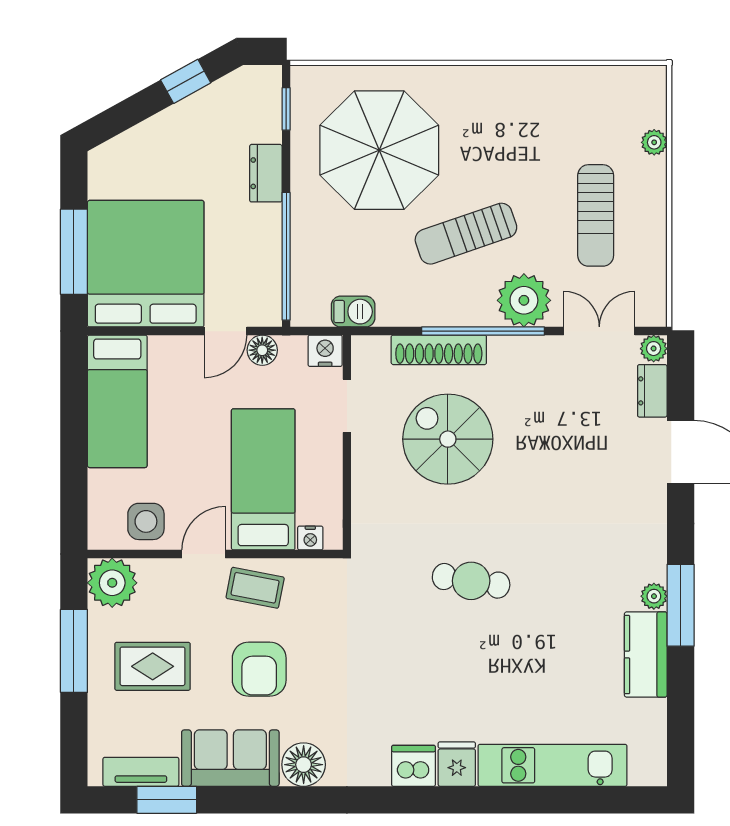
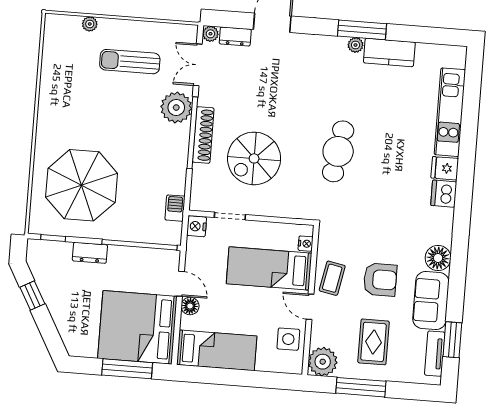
sun lounger: (596, 215) -> (130, 62), turned 180
sun lounger: (466, 234) -> (135, 138), removed
floor lamp: (262, 350) -> (190, 306), moved
shoe rack: (439, 350) -> (203, 135), moved
cafe table: (471, 581) -> (338, 151), width x1.37, depth x1.35

